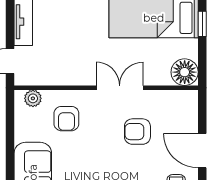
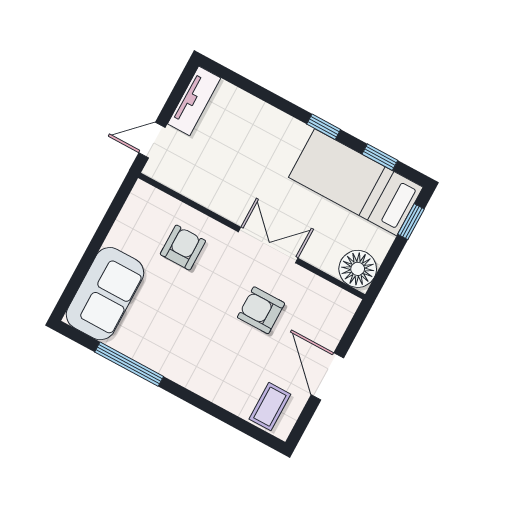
plant: (33, 98) -> (155, 201), removed
armchair: (66, 119) -> (183, 248), turned 180

